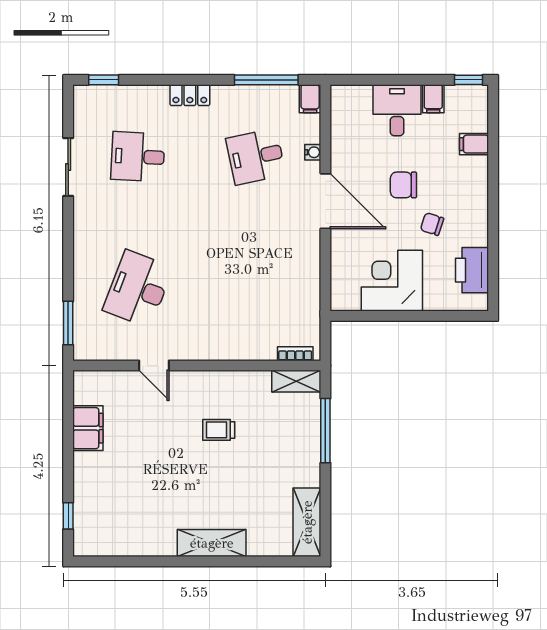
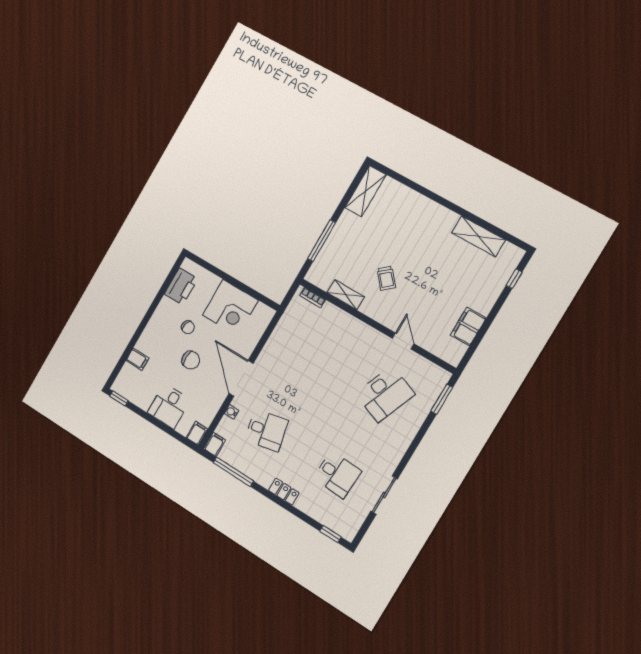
filing cabinet: (433, 99) -> (197, 433), moved
shelving: (296, 381) -> (346, 295), moved
trolley: (219, 430) -> (386, 278), turned 50
shelving: (212, 543) -> (478, 236), moved

